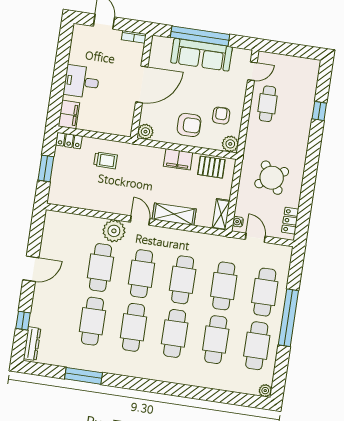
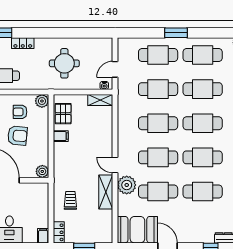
filing cabinet: (69, 114) -> (43, 236), width x0.50
armchair: (189, 125) -> (17, 136), moved, turned 95
filing cabinet: (178, 159) -> (61, 136), width x0.50
round table: (272, 178) -> (64, 63), turned 34
shelving: (174, 214) -> (106, 192), moved
door: (140, 220) -> (115, 165), hinge flipped
locker: (290, 221) -> (23, 43), moved
booth: (58, 236) -> (137, 230), added
window: (288, 318) -> (176, 33), width x0.47

